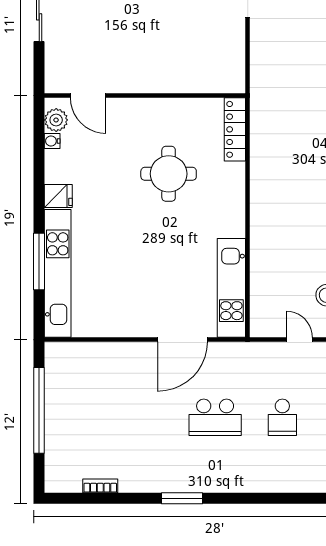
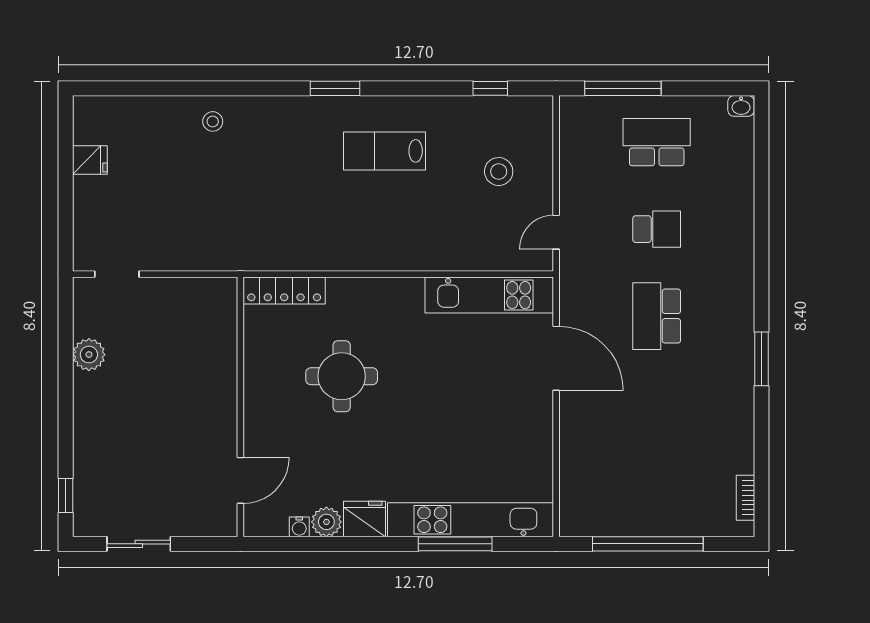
plant: (56, 120) -> (326, 522), moved
fridge: (58, 196) -> (364, 519), width x1.38
door: (299, 340) -> (556, 232), moved
school desk: (215, 417) -> (657, 316), turned 180
bookcase: (100, 486) -> (746, 498), moved

